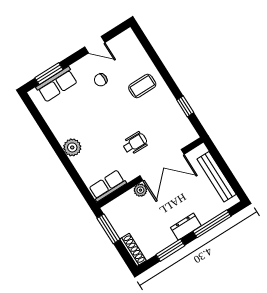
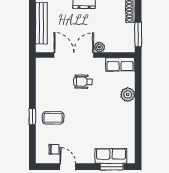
chair: (101, 80) -> (54, 149), moved
window: (185, 106) -> (32, 117), moved
plant: (72, 147) -> (128, 95), moved

